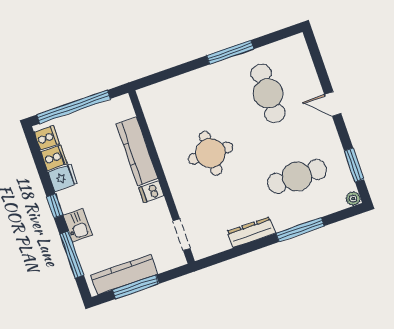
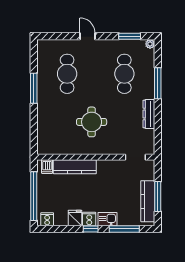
cafe table: (268, 93) -> (67, 74), turned 90
door: (333, 104) -> (87, 36), swing flipped
cooker: (54, 158) -> (89, 219), moved
dishwasher: (151, 192) -> (47, 167), moved

